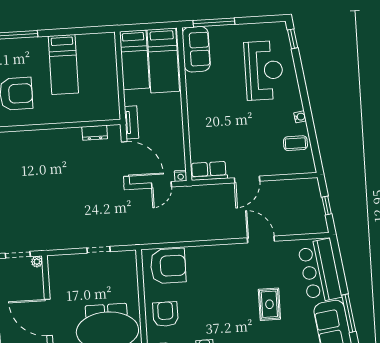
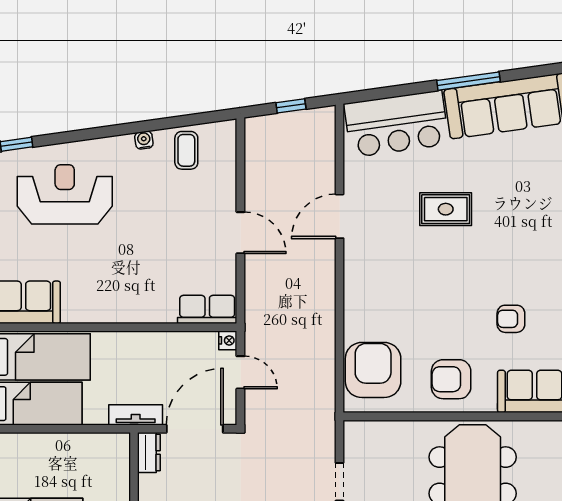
dresser: (95, 133) -> (149, 453), moved
row of seats: (209, 171) -> (207, 309), moved, turned 90

